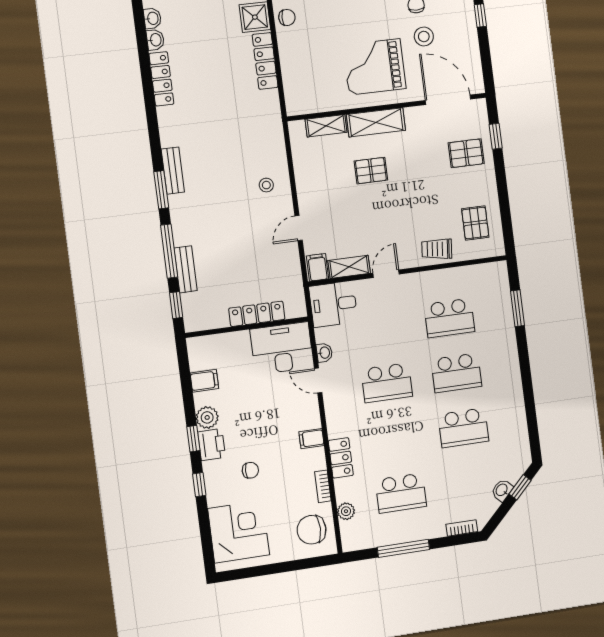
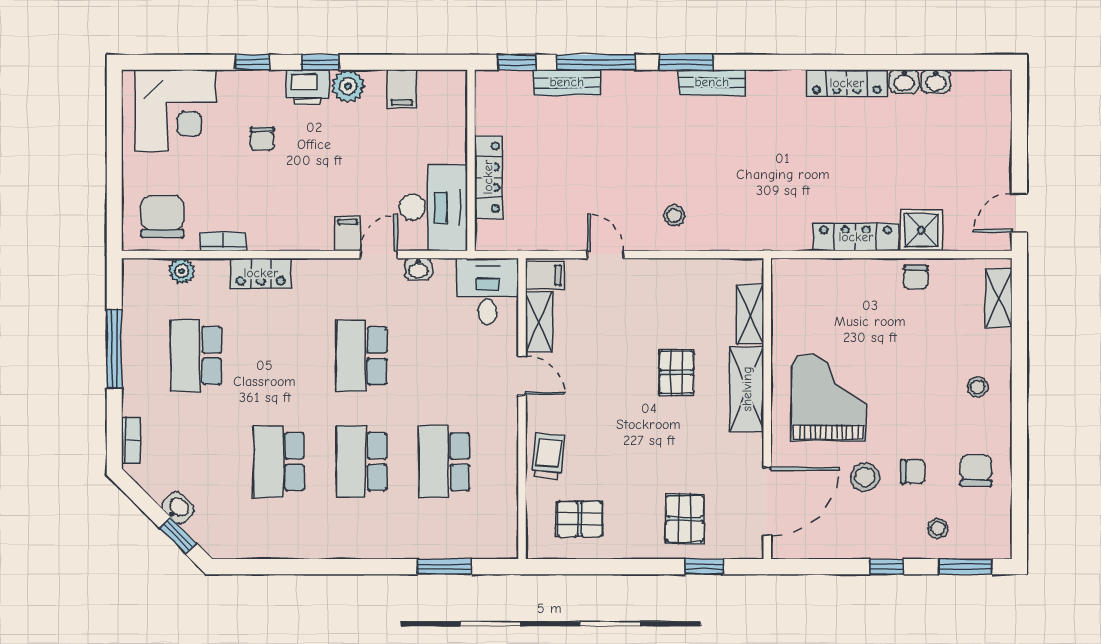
filing cabinet: (311, 439) -> (348, 234), moved

